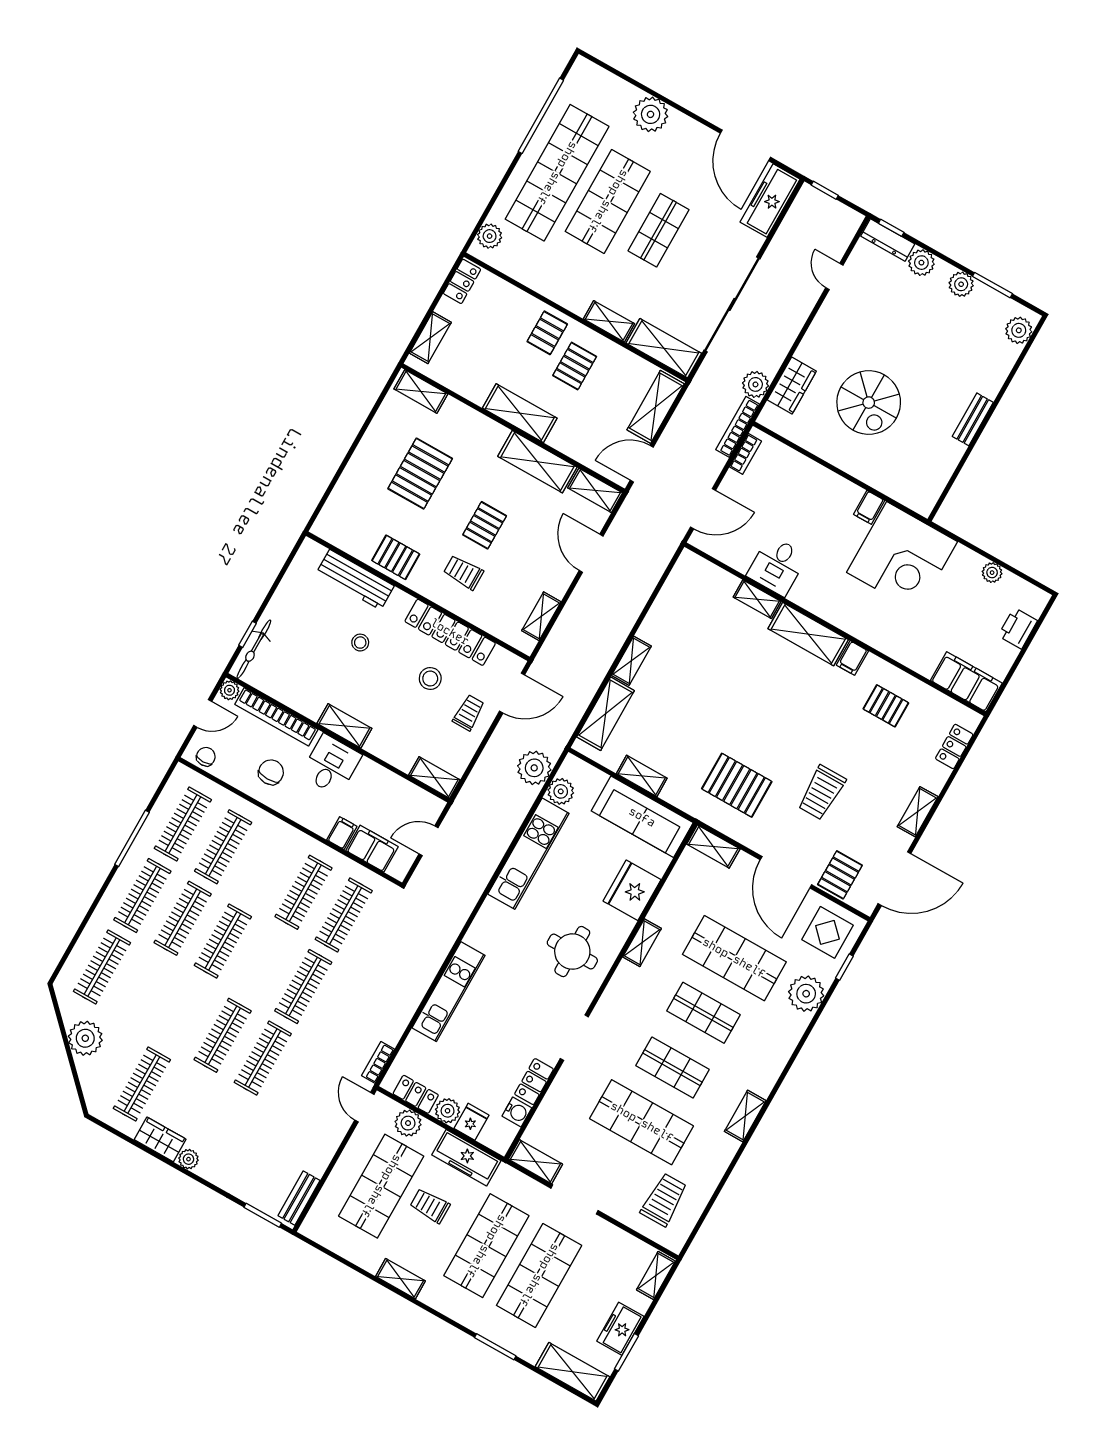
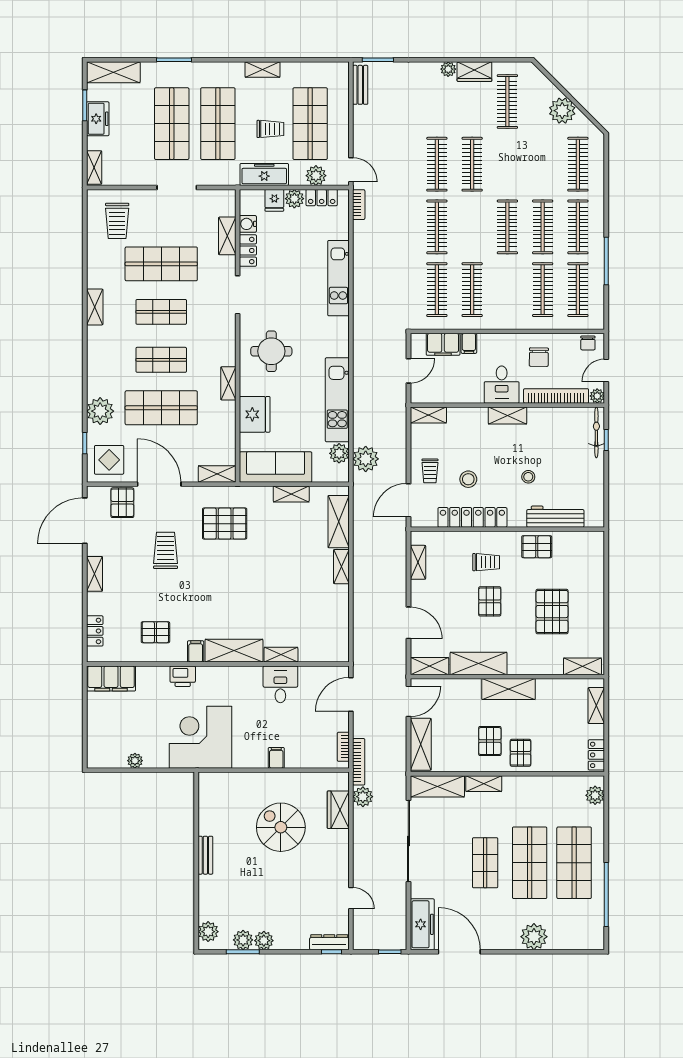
shop shelf: (557, 173) -> (574, 863), width x0.71
plant: (921, 263) -> (243, 940), moved
filing cabinet: (869, 507) -> (276, 758), moved
printer: (1018, 628) -> (183, 676), moved, turned 90
shelving: (535, 1162) -> (227, 236), moved, turned 90

